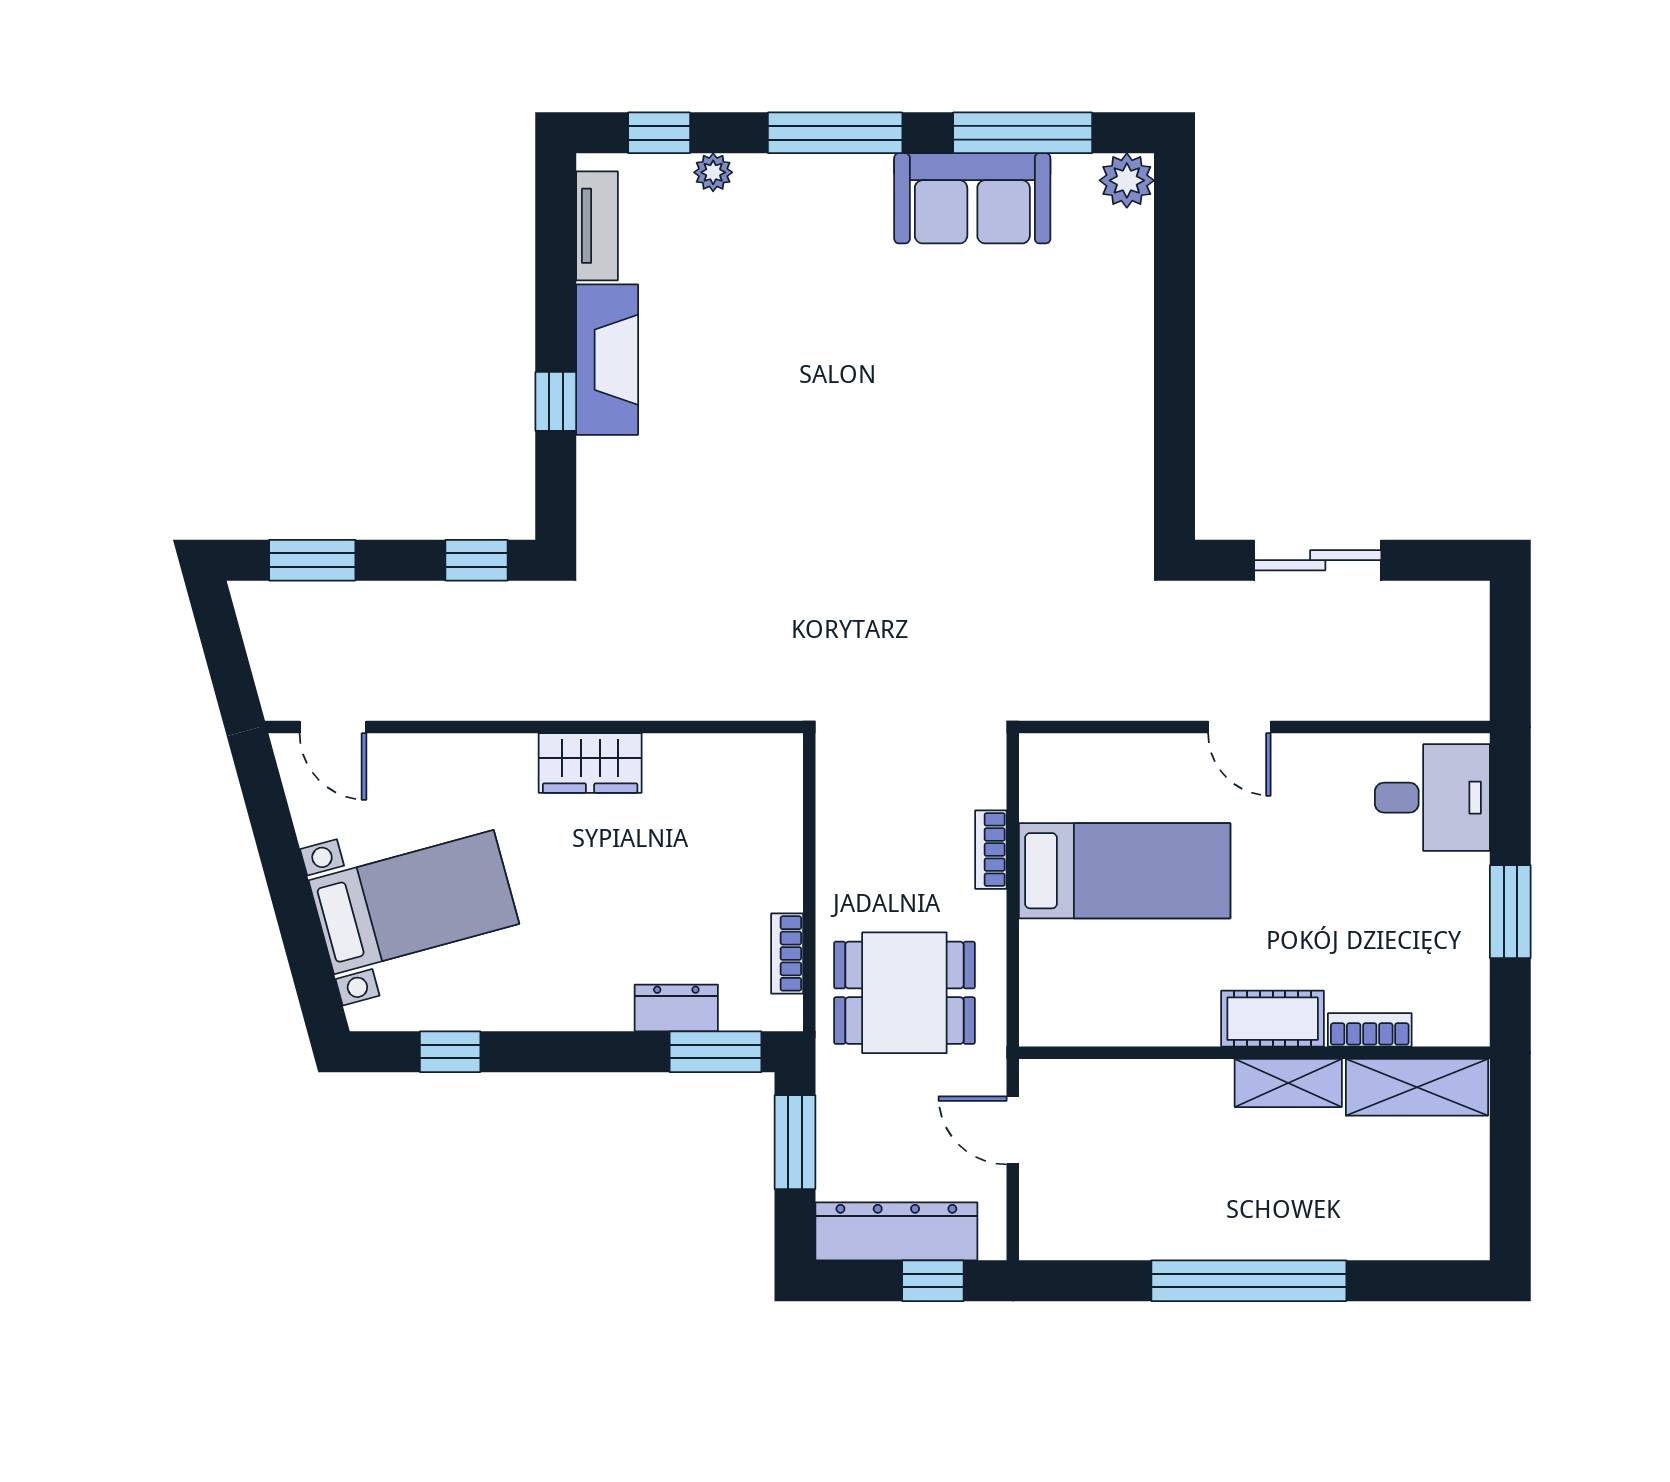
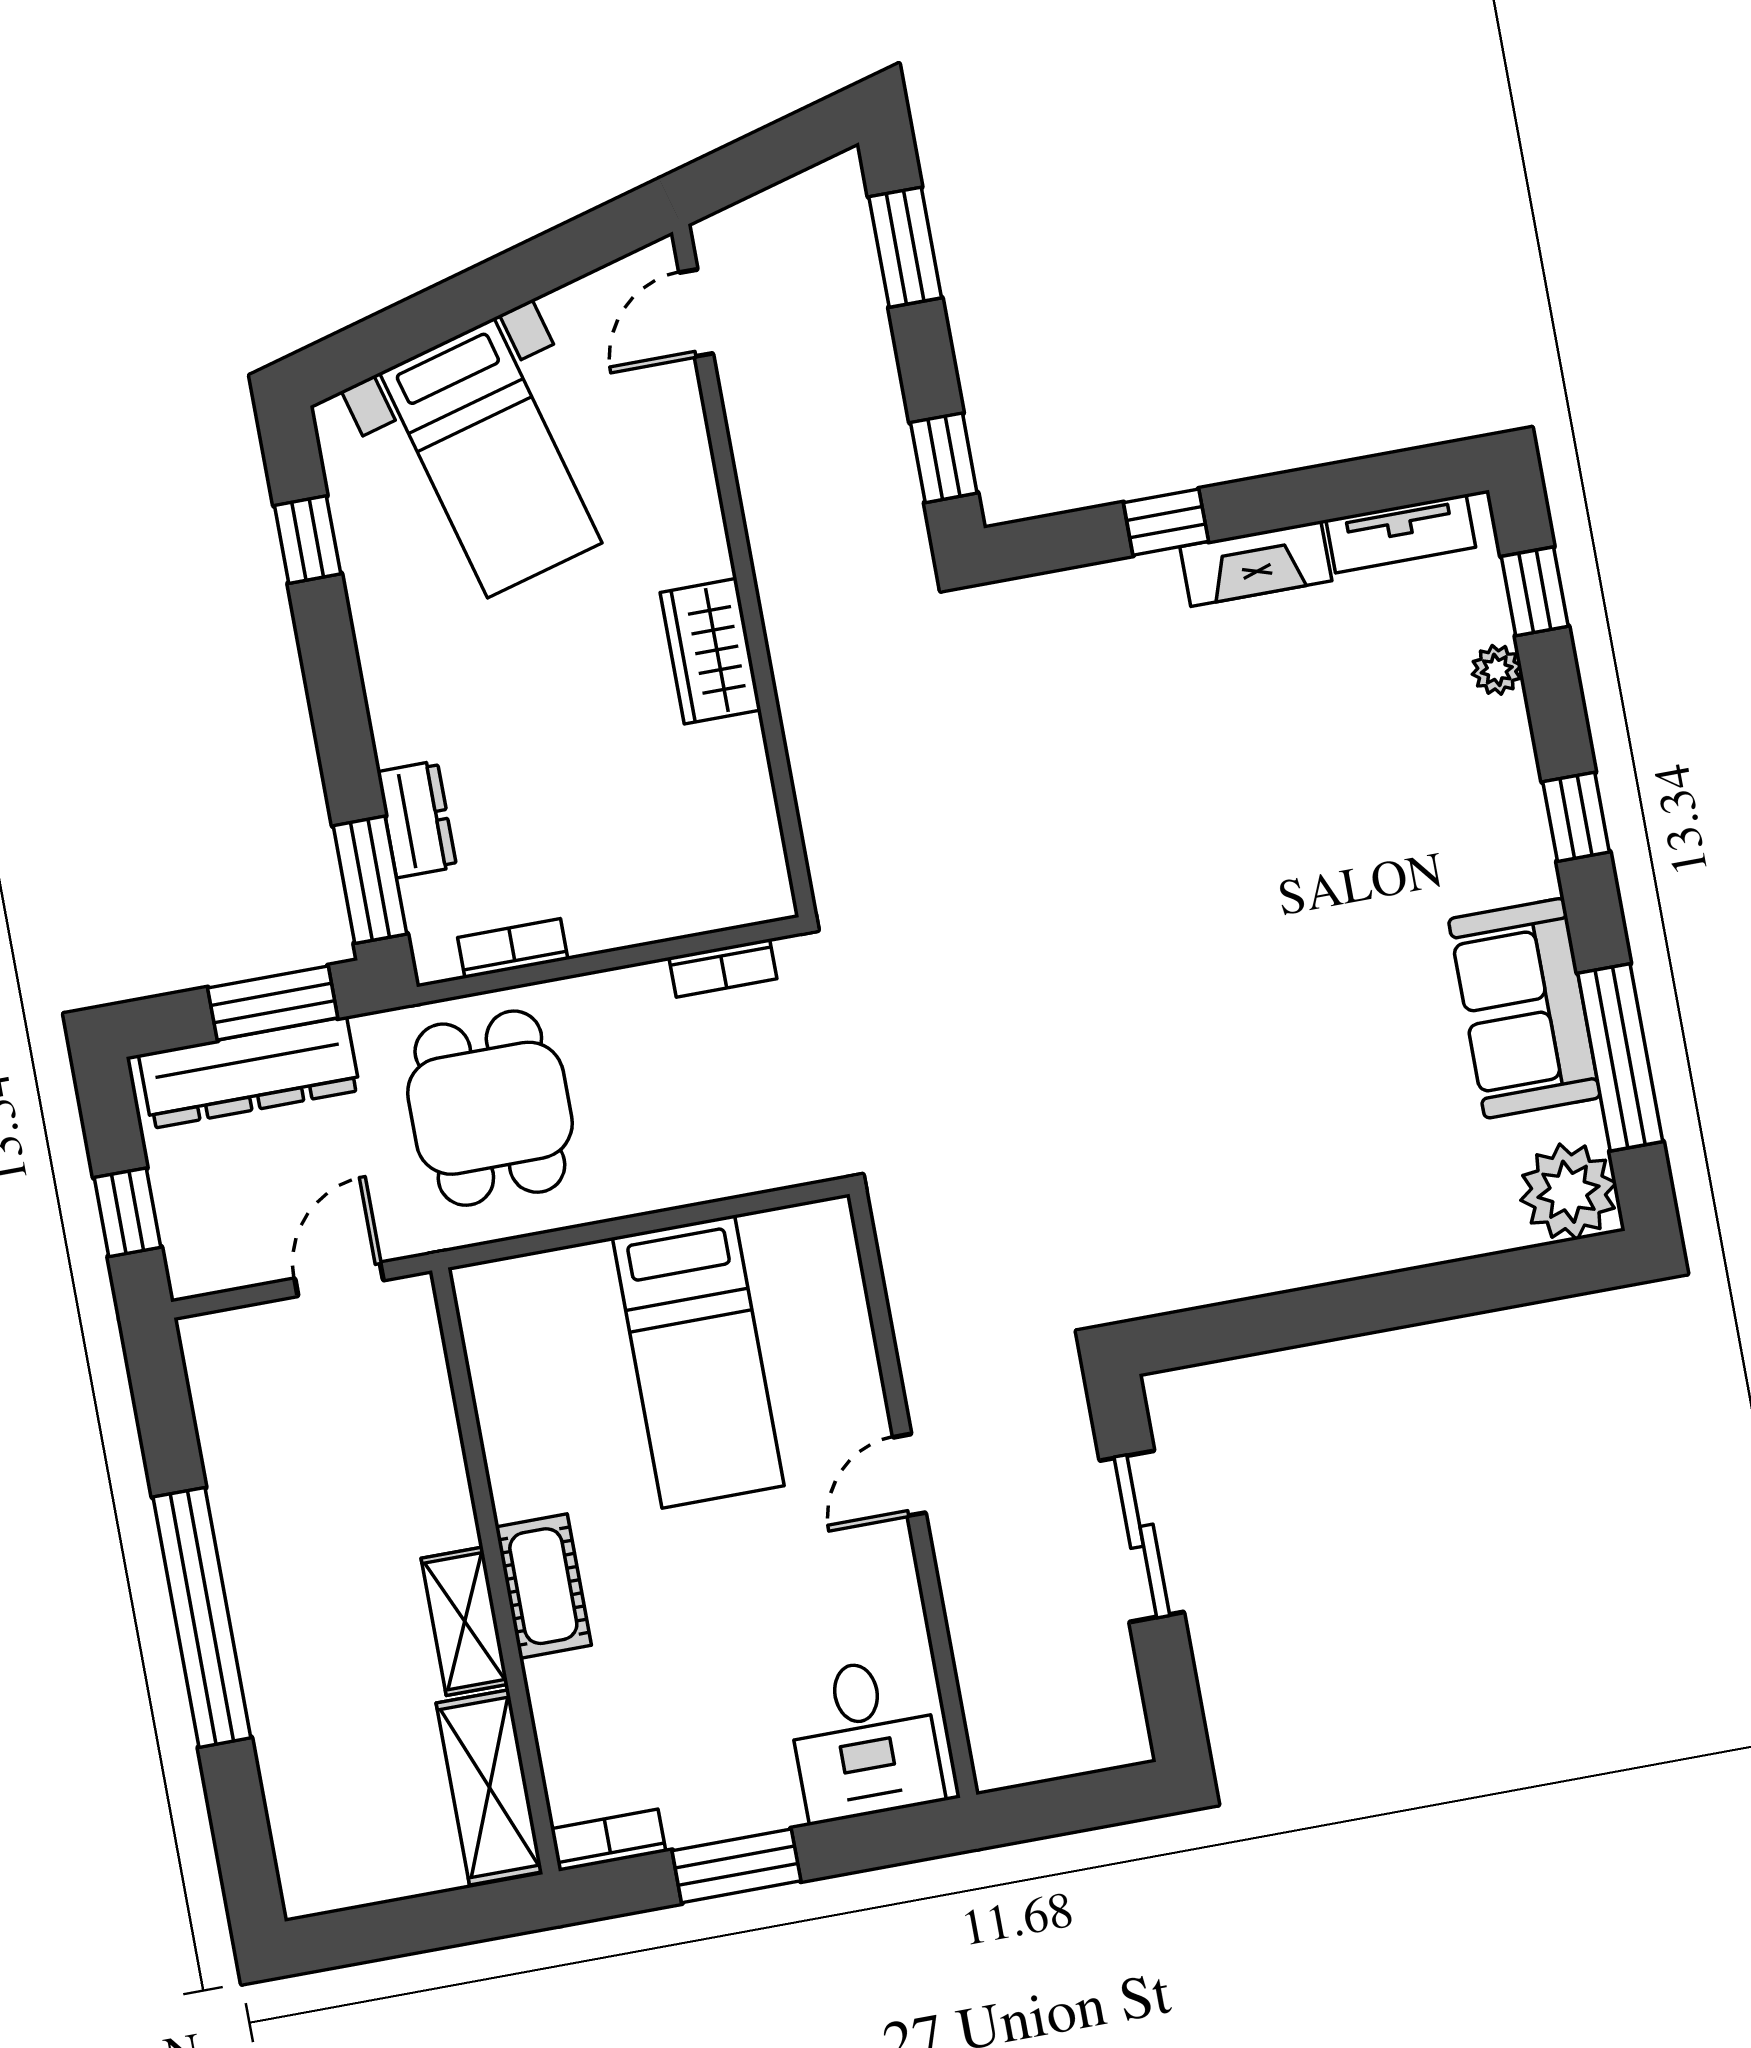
window: (835, 133) -> (1576, 817), width x0.46
plant: (1127, 180) -> (1568, 1192), width x1.36, depth x1.36
fireplace: (607, 360) -> (1256, 564), width x0.73, depth x0.76
bookcase: (991, 850) -> (723, 968), moved, turned 180
bookcase: (1370, 1030) -> (608, 1840), moved, turned -90
dresser: (896, 1231) -> (249, 1073), moved, turned 90

